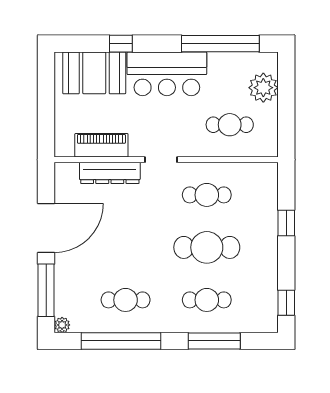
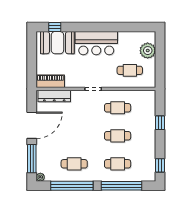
window: (121, 44) -> (55, 27), moved
window: (220, 44) -> (125, 27), removed
piano: (101, 145) -> (50, 81), moved
dresser: (110, 173) -> (54, 96), moved
cafe table: (207, 247) -> (118, 136), width x0.73, depth x0.74
window: (214, 341) -> (122, 186), width x1.46

